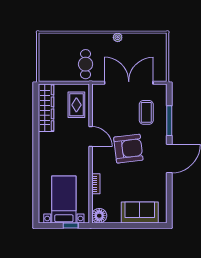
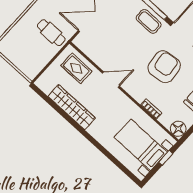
wardrobe: (46, 108) -> (72, 107), moved
coffee table: (146, 112) -> (149, 21), moved
armchair: (128, 149) -> (164, 67), moved

